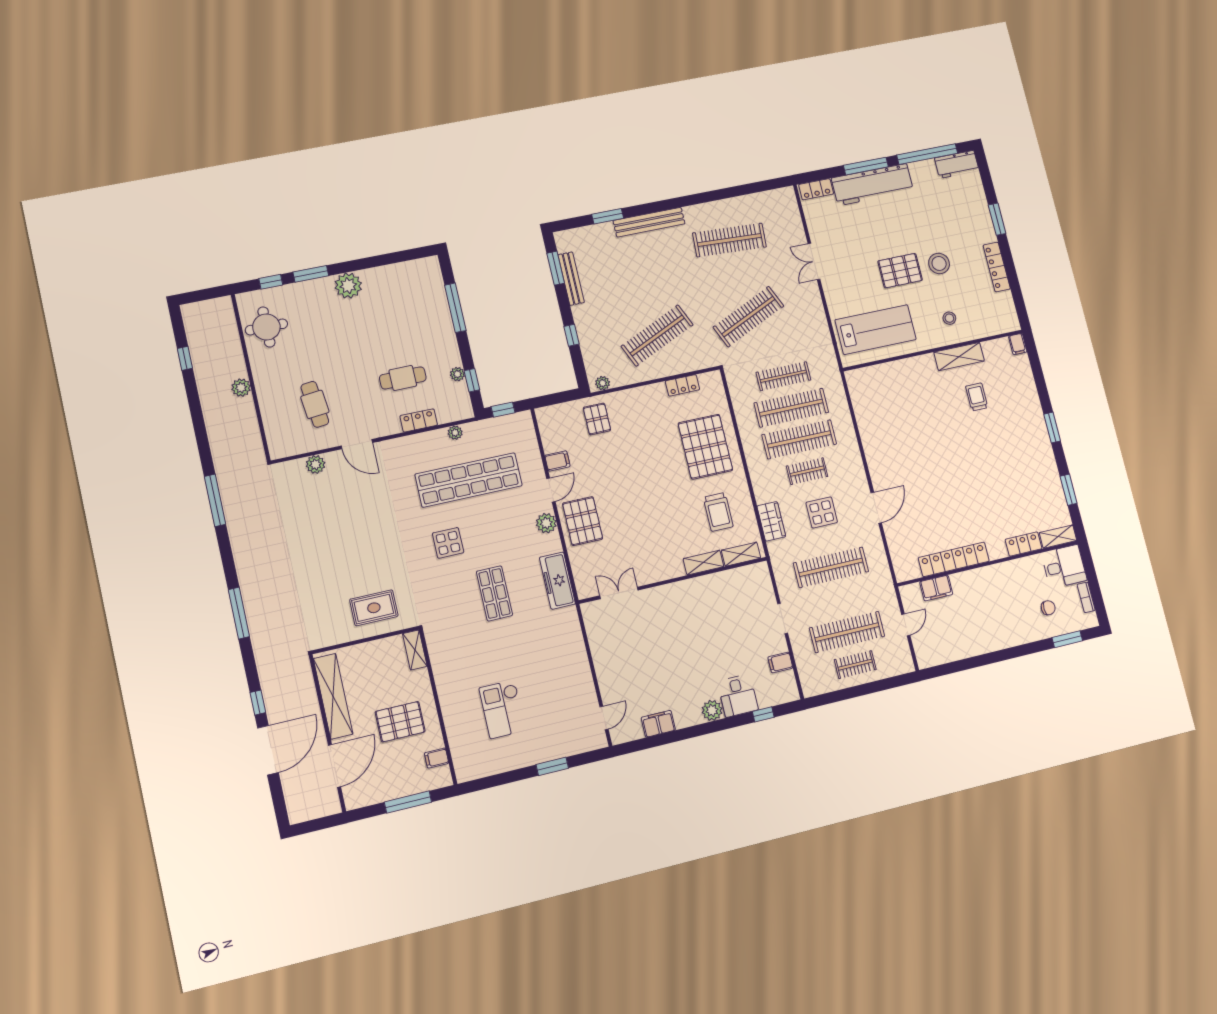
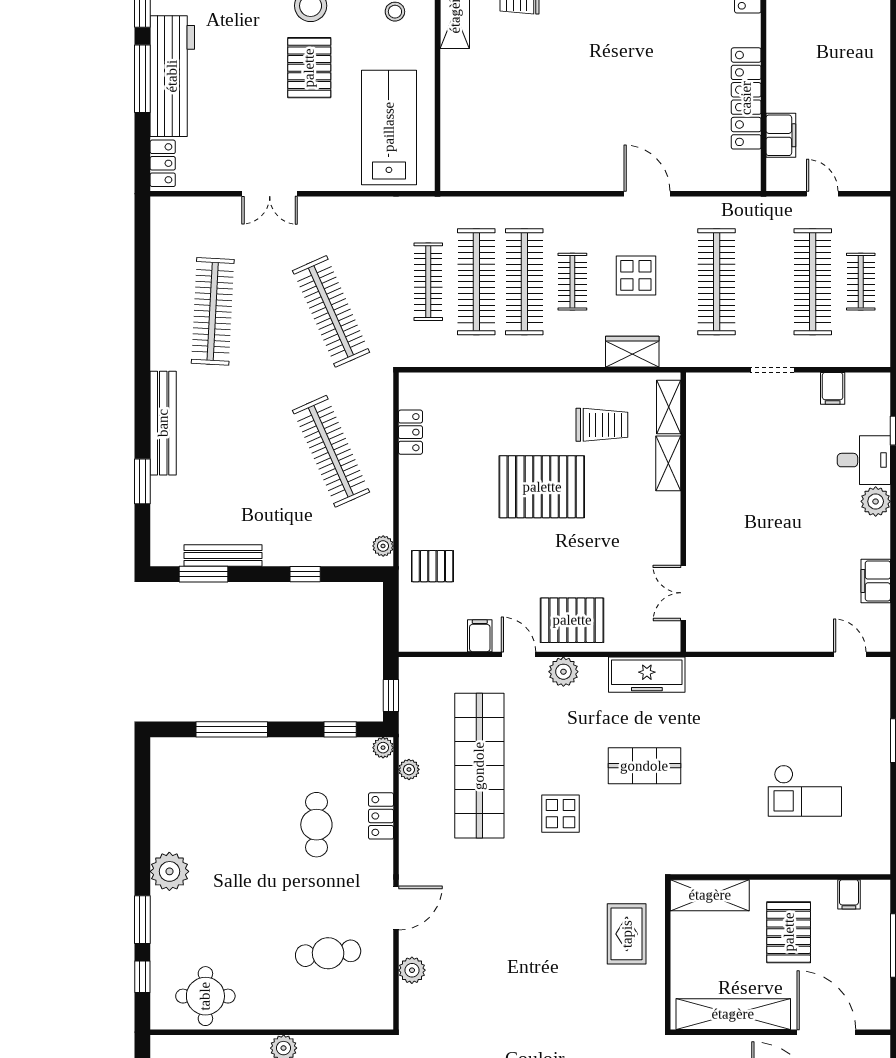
plant: (457, 374) -> (383, 748), moved
pallet: (705, 447) -> (542, 487), moved
shelving: (415, 650) -> (710, 895), width x1.50, depth x1.33

